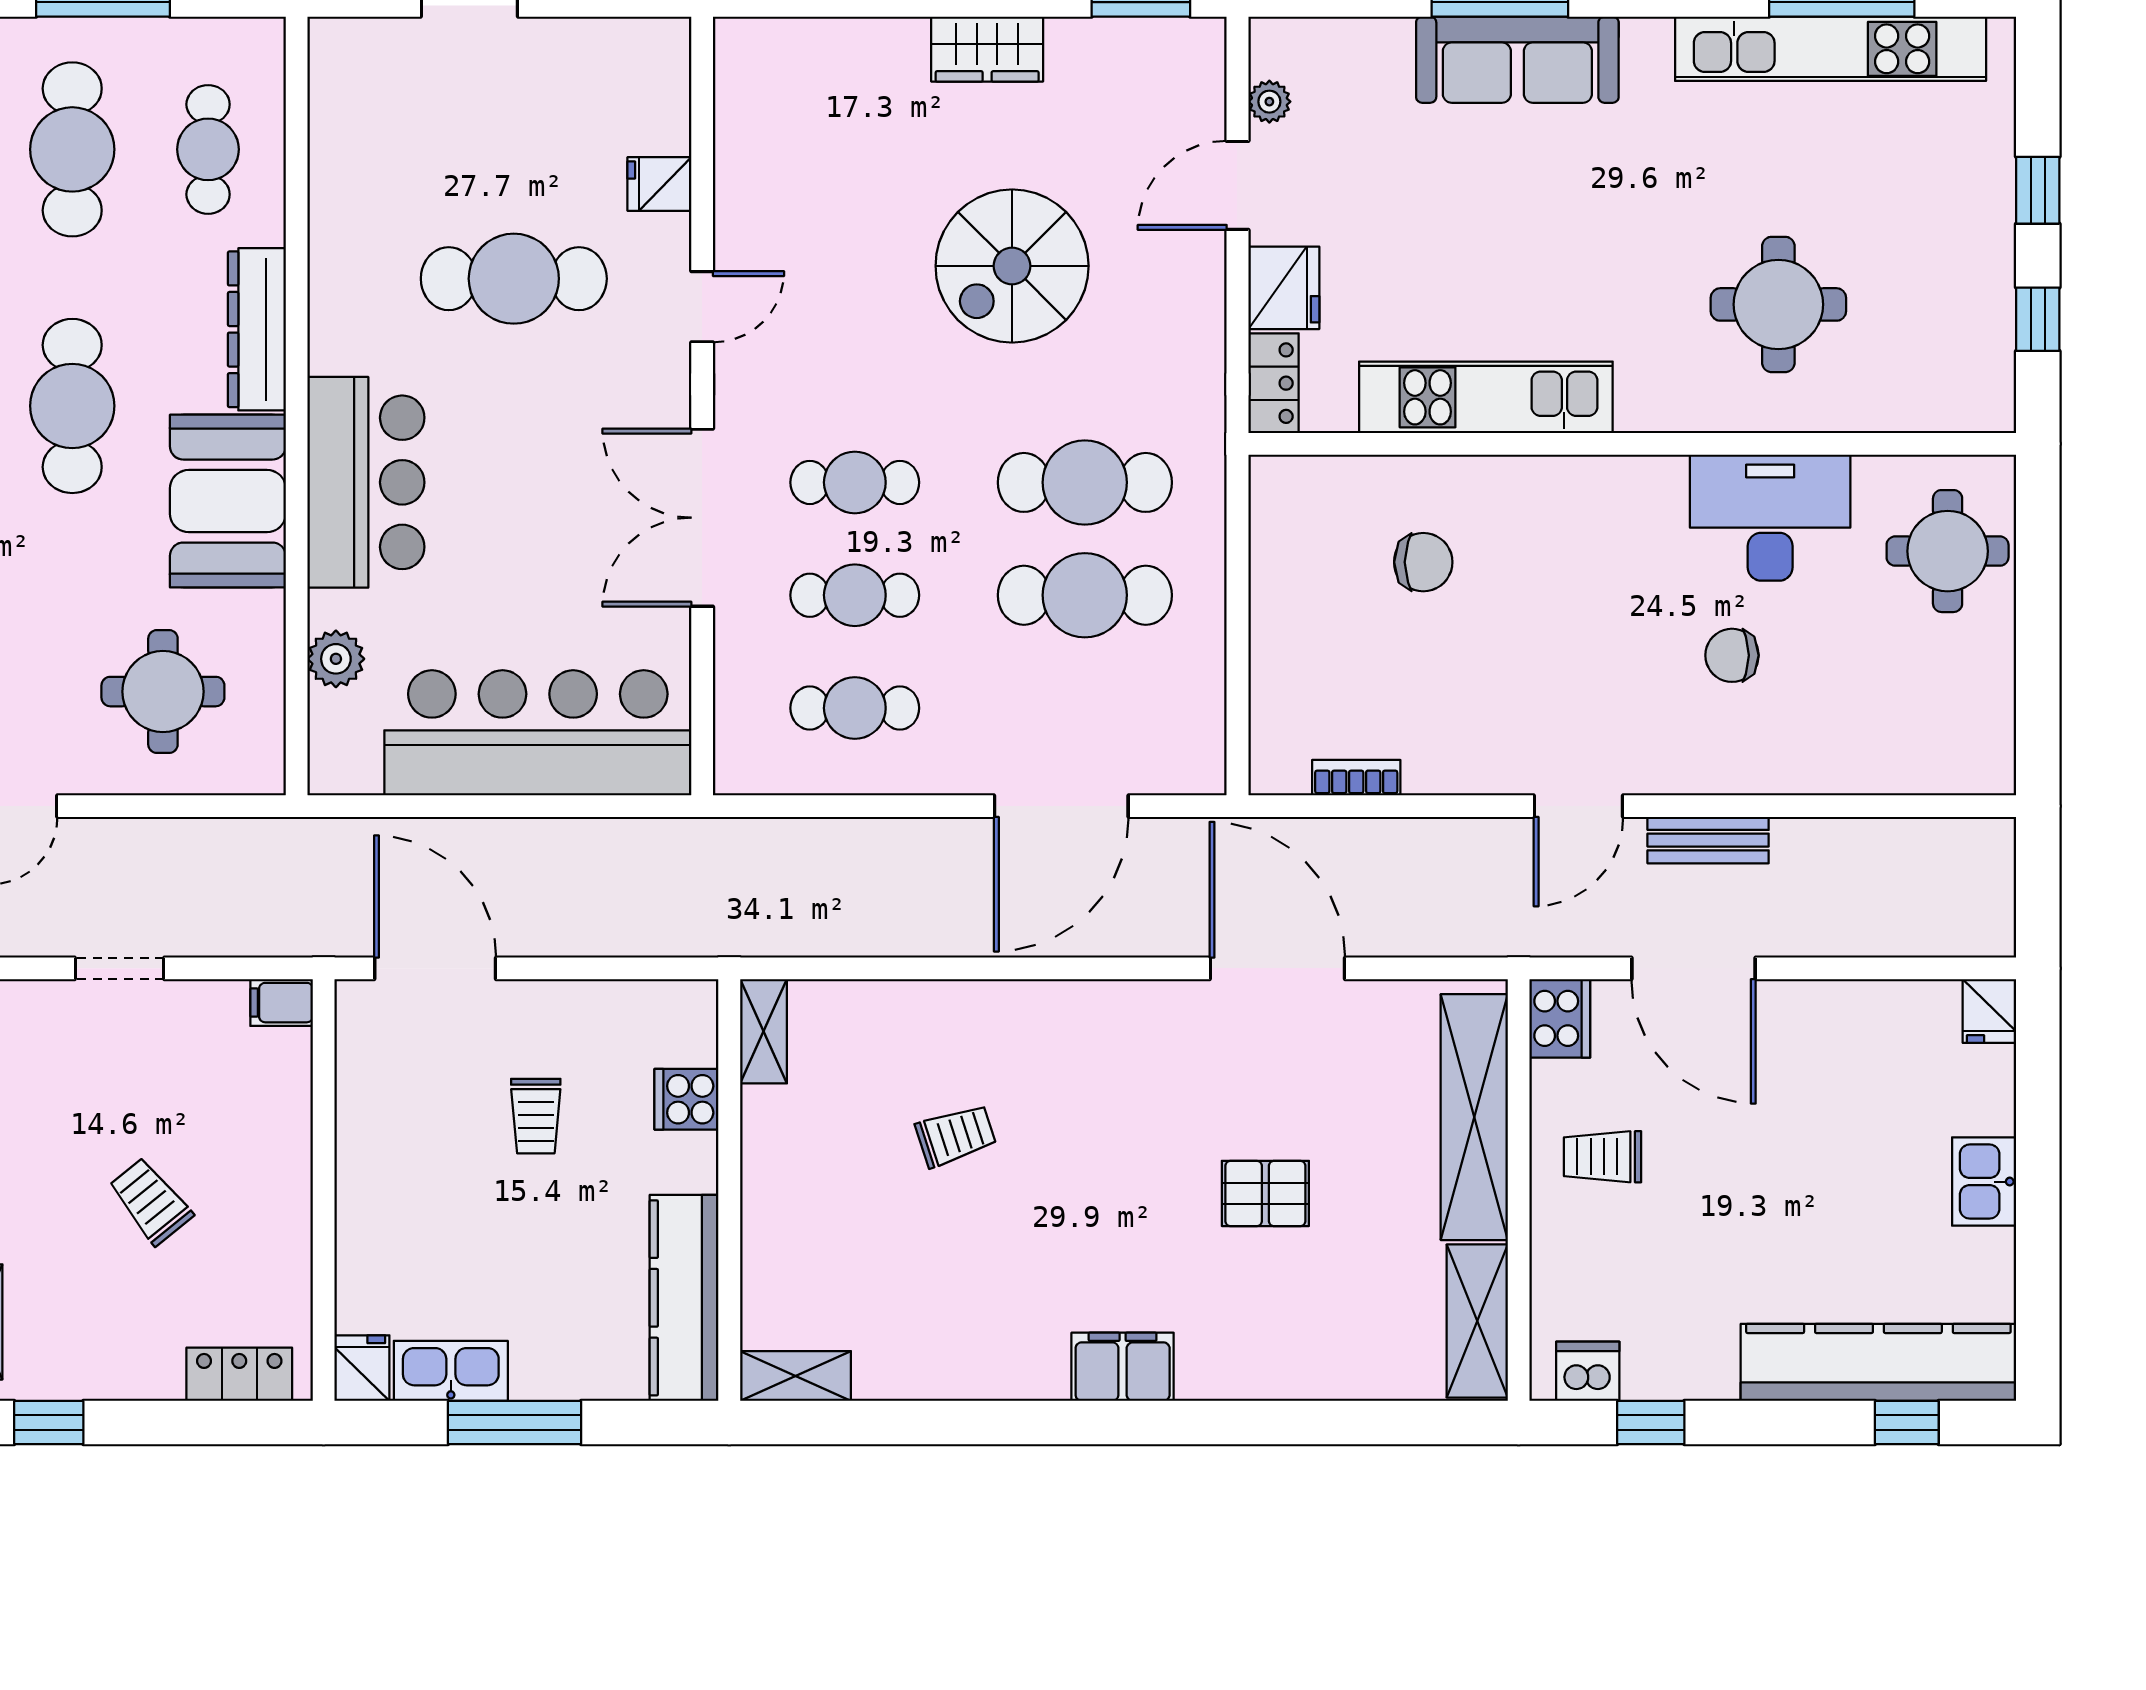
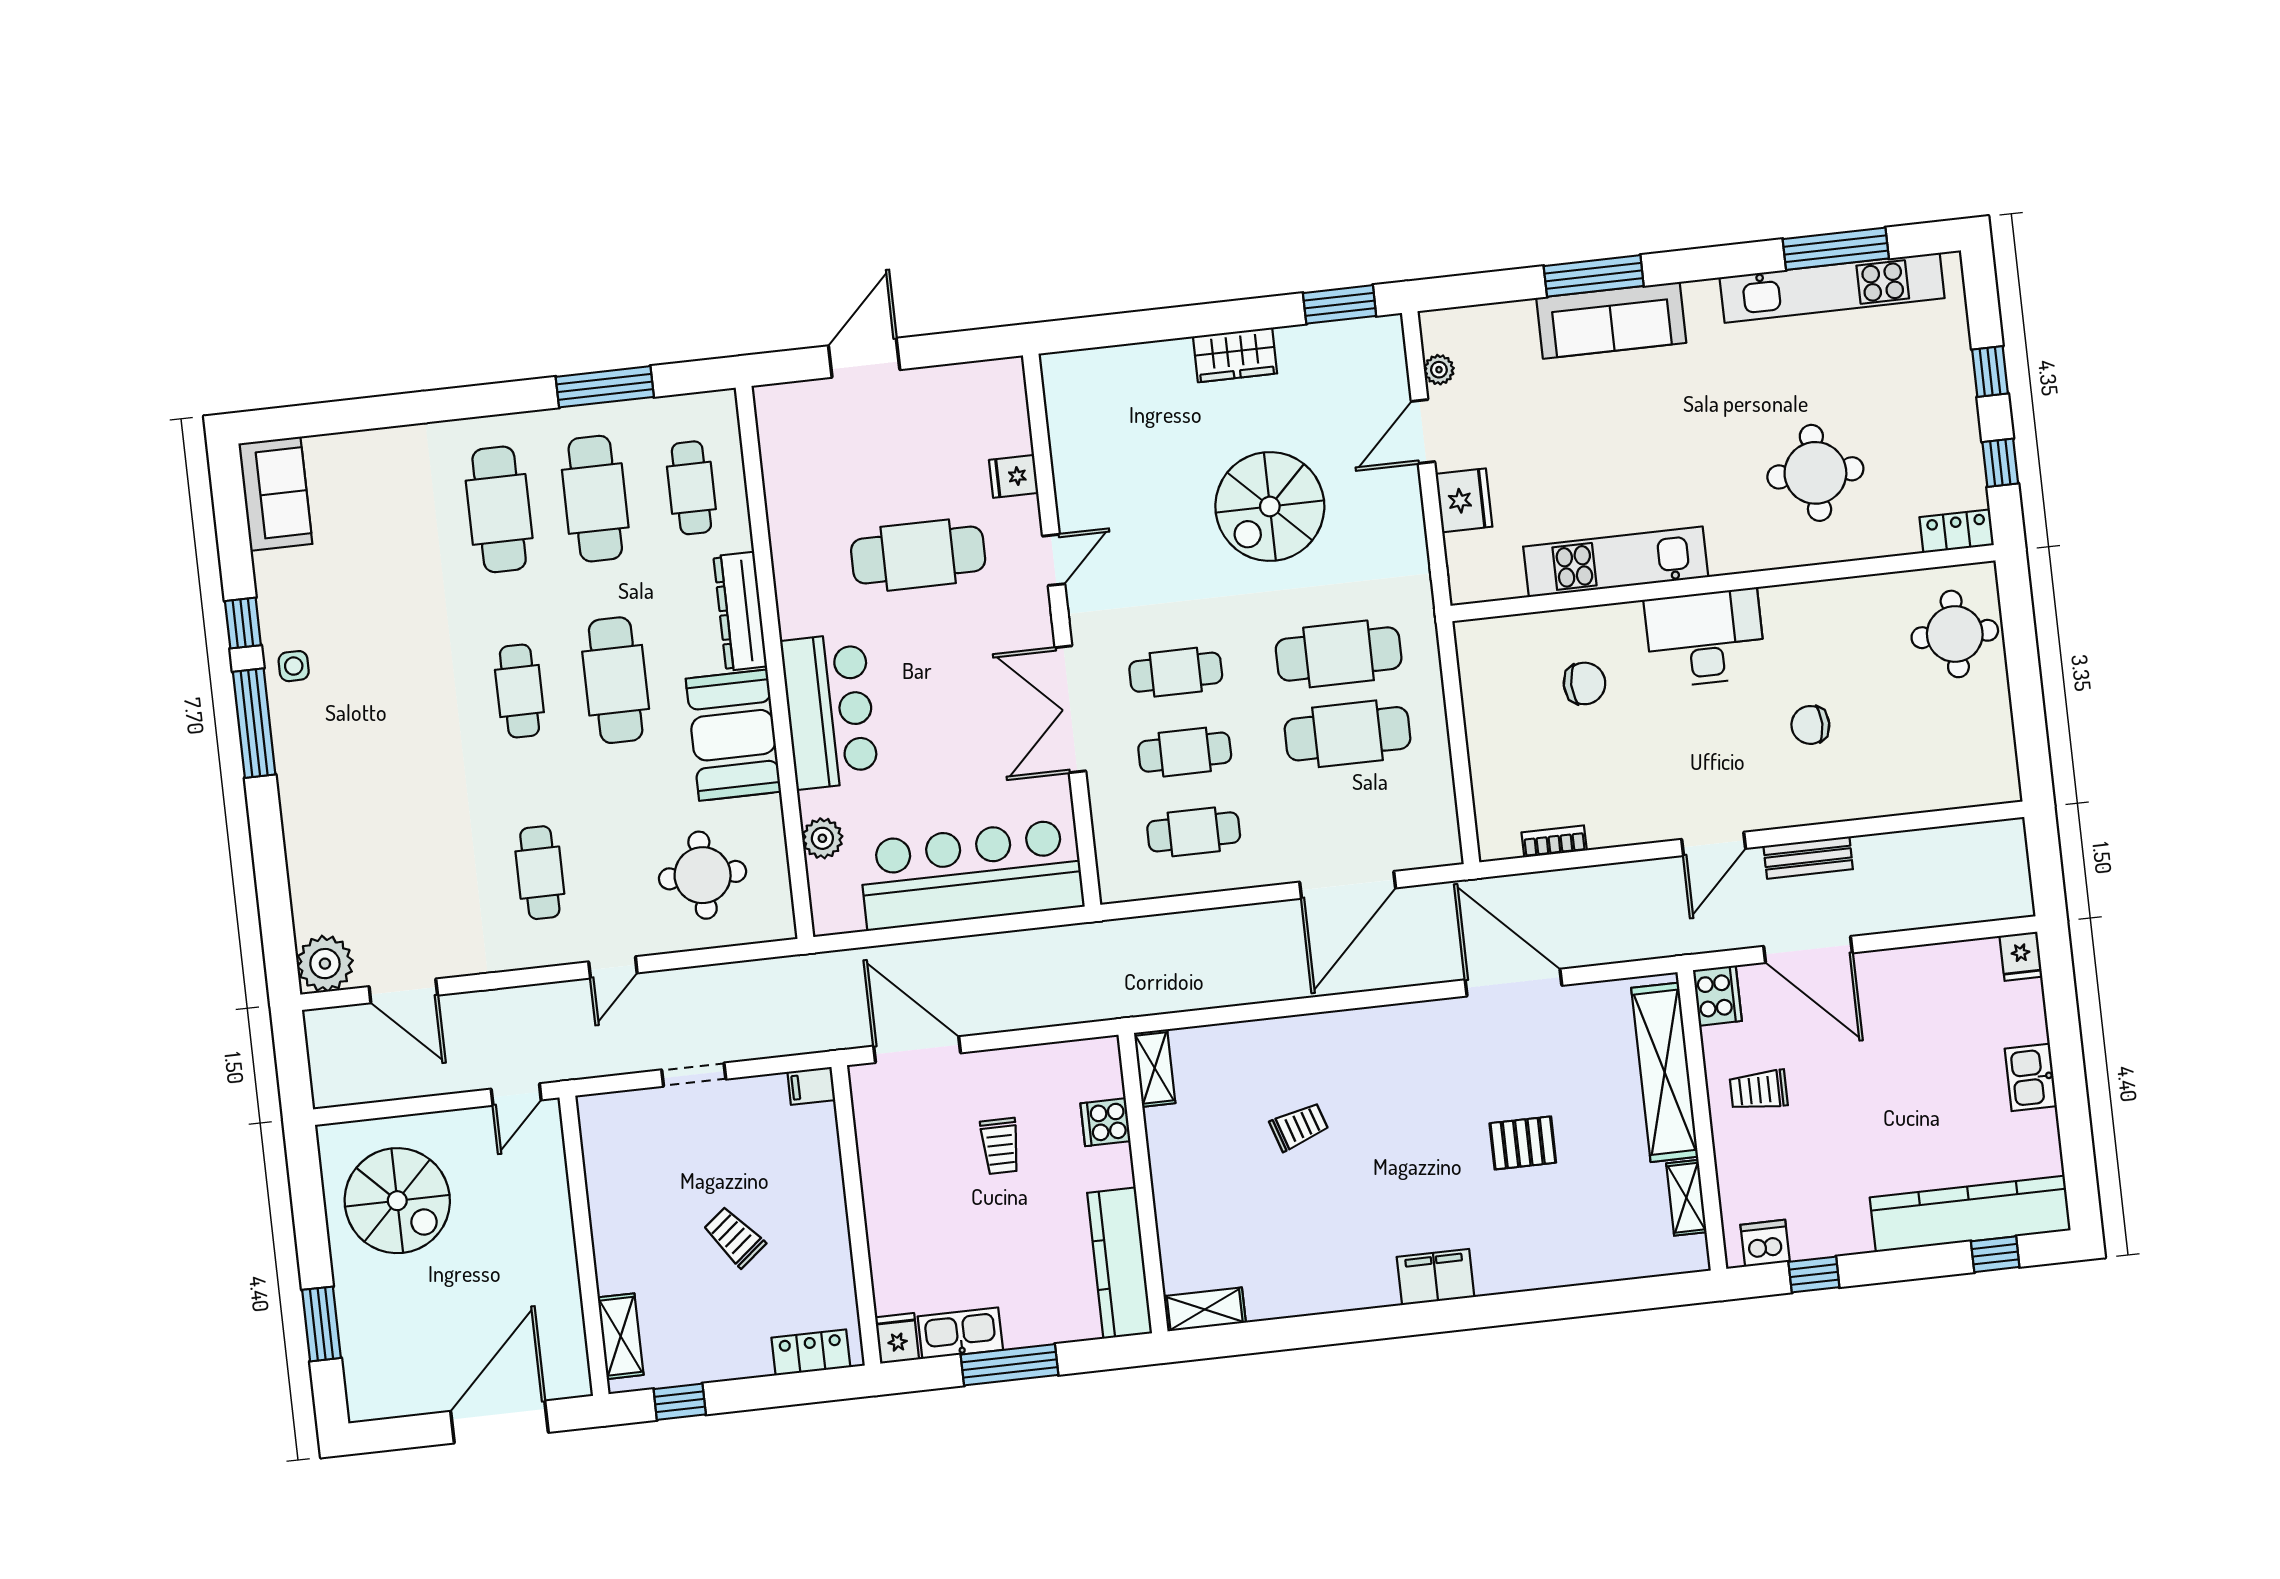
locker: (1273, 383) -> (1957, 531), moved, turned -90
desk: (1770, 518) -> (1705, 638), moved
shelving: (1477, 1321) -> (1686, 1198), width x0.67, depth x0.75

